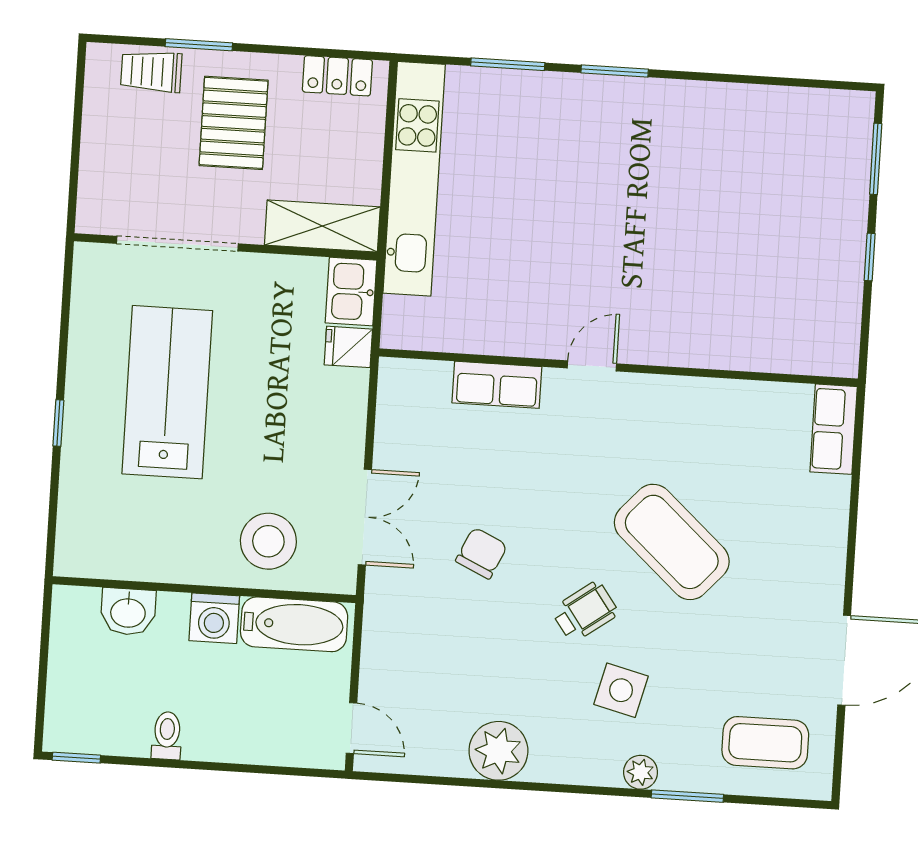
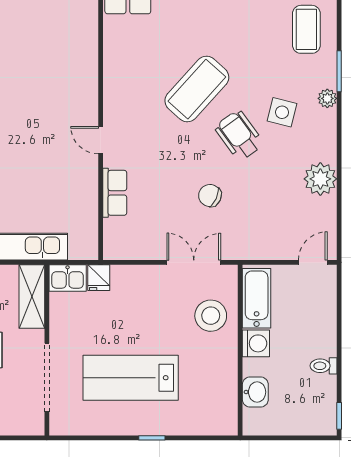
wheelchair: (585, 612) -> (239, 135), width x1.36, depth x1.37

